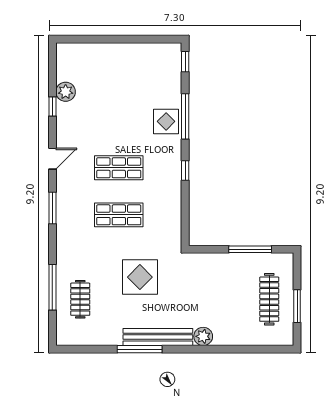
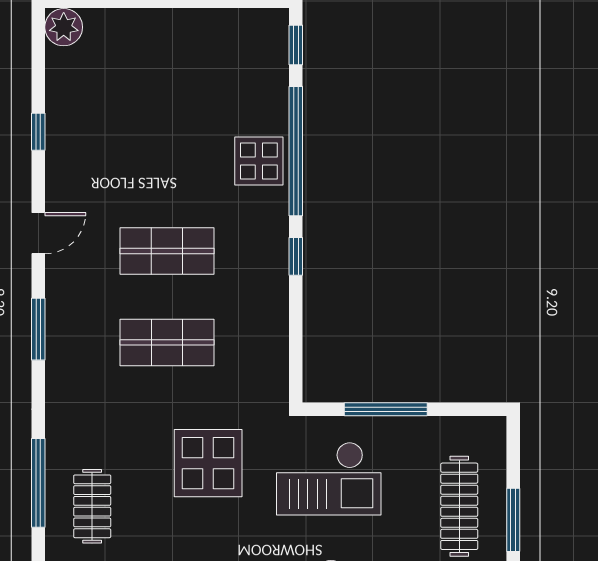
plant: (66, 92) -> (64, 27), moved
window: (185, 116) -> (296, 151), width x1.46
window: (250, 249) -> (386, 409), moved
checkout: (202, 285) -> (329, 479), added

